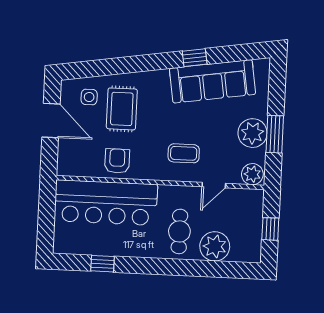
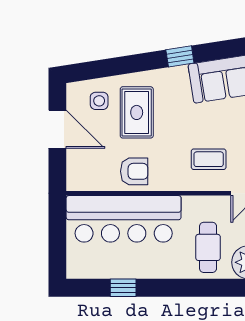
window: (195, 58) -> (180, 56), moved
armchair: (117, 161) -> (134, 171), turned 90

